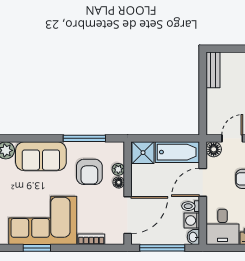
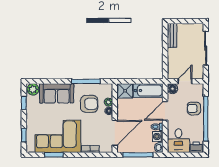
armchair: (89, 172) -> (89, 104), turned -90

